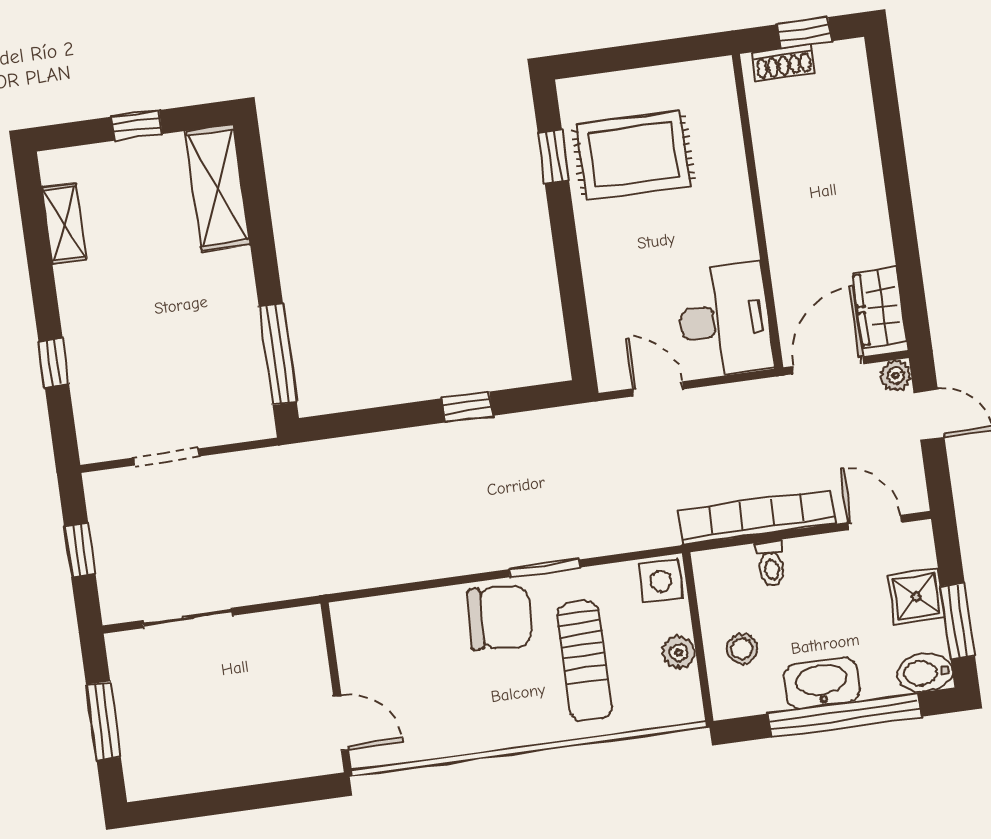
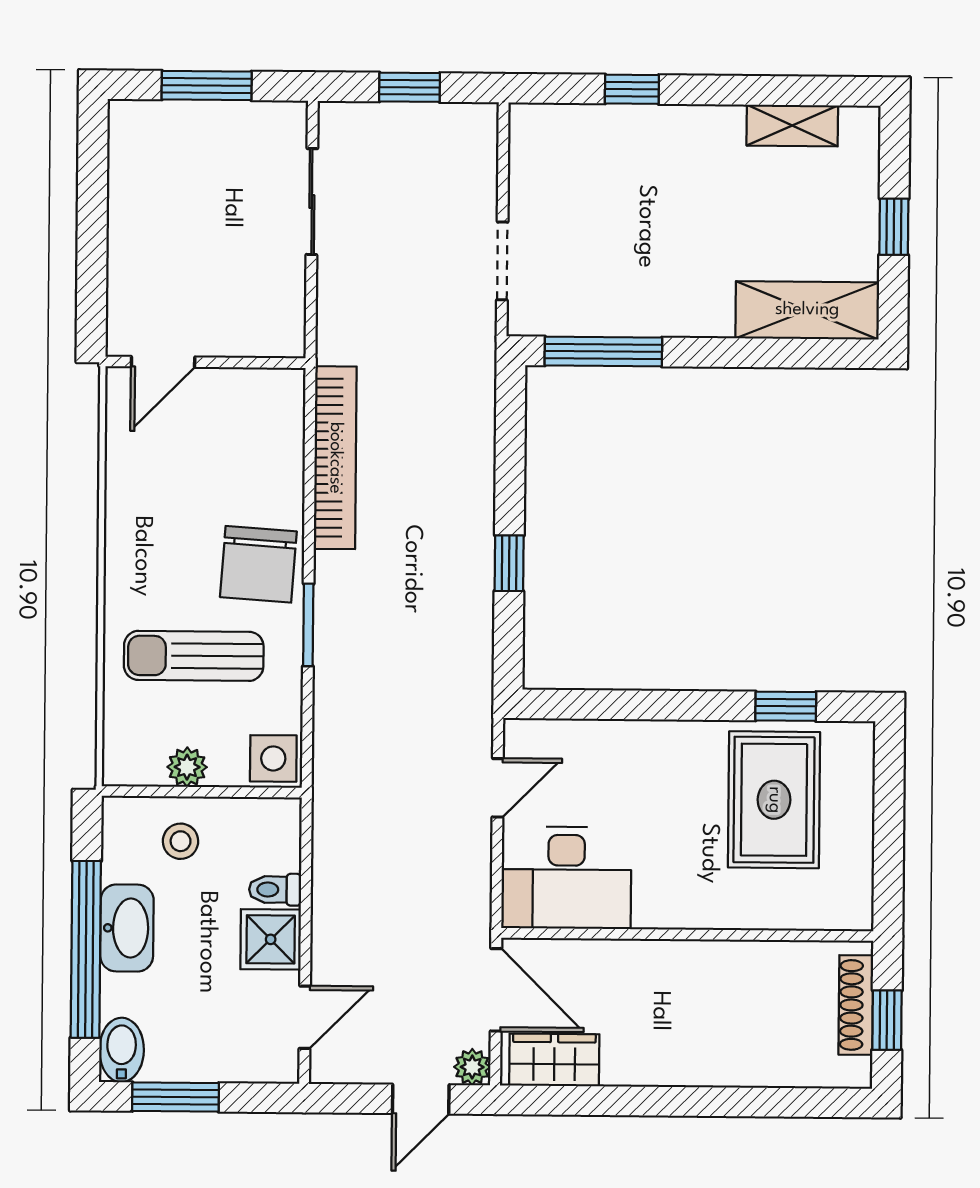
shoe rack: (783, 62) -> (856, 1005), width x1.43
doorway: (166, 457) -> (502, 261), moved
bookcase: (757, 517) -> (335, 458), moved
shower: (916, 597) -> (271, 939), moved

